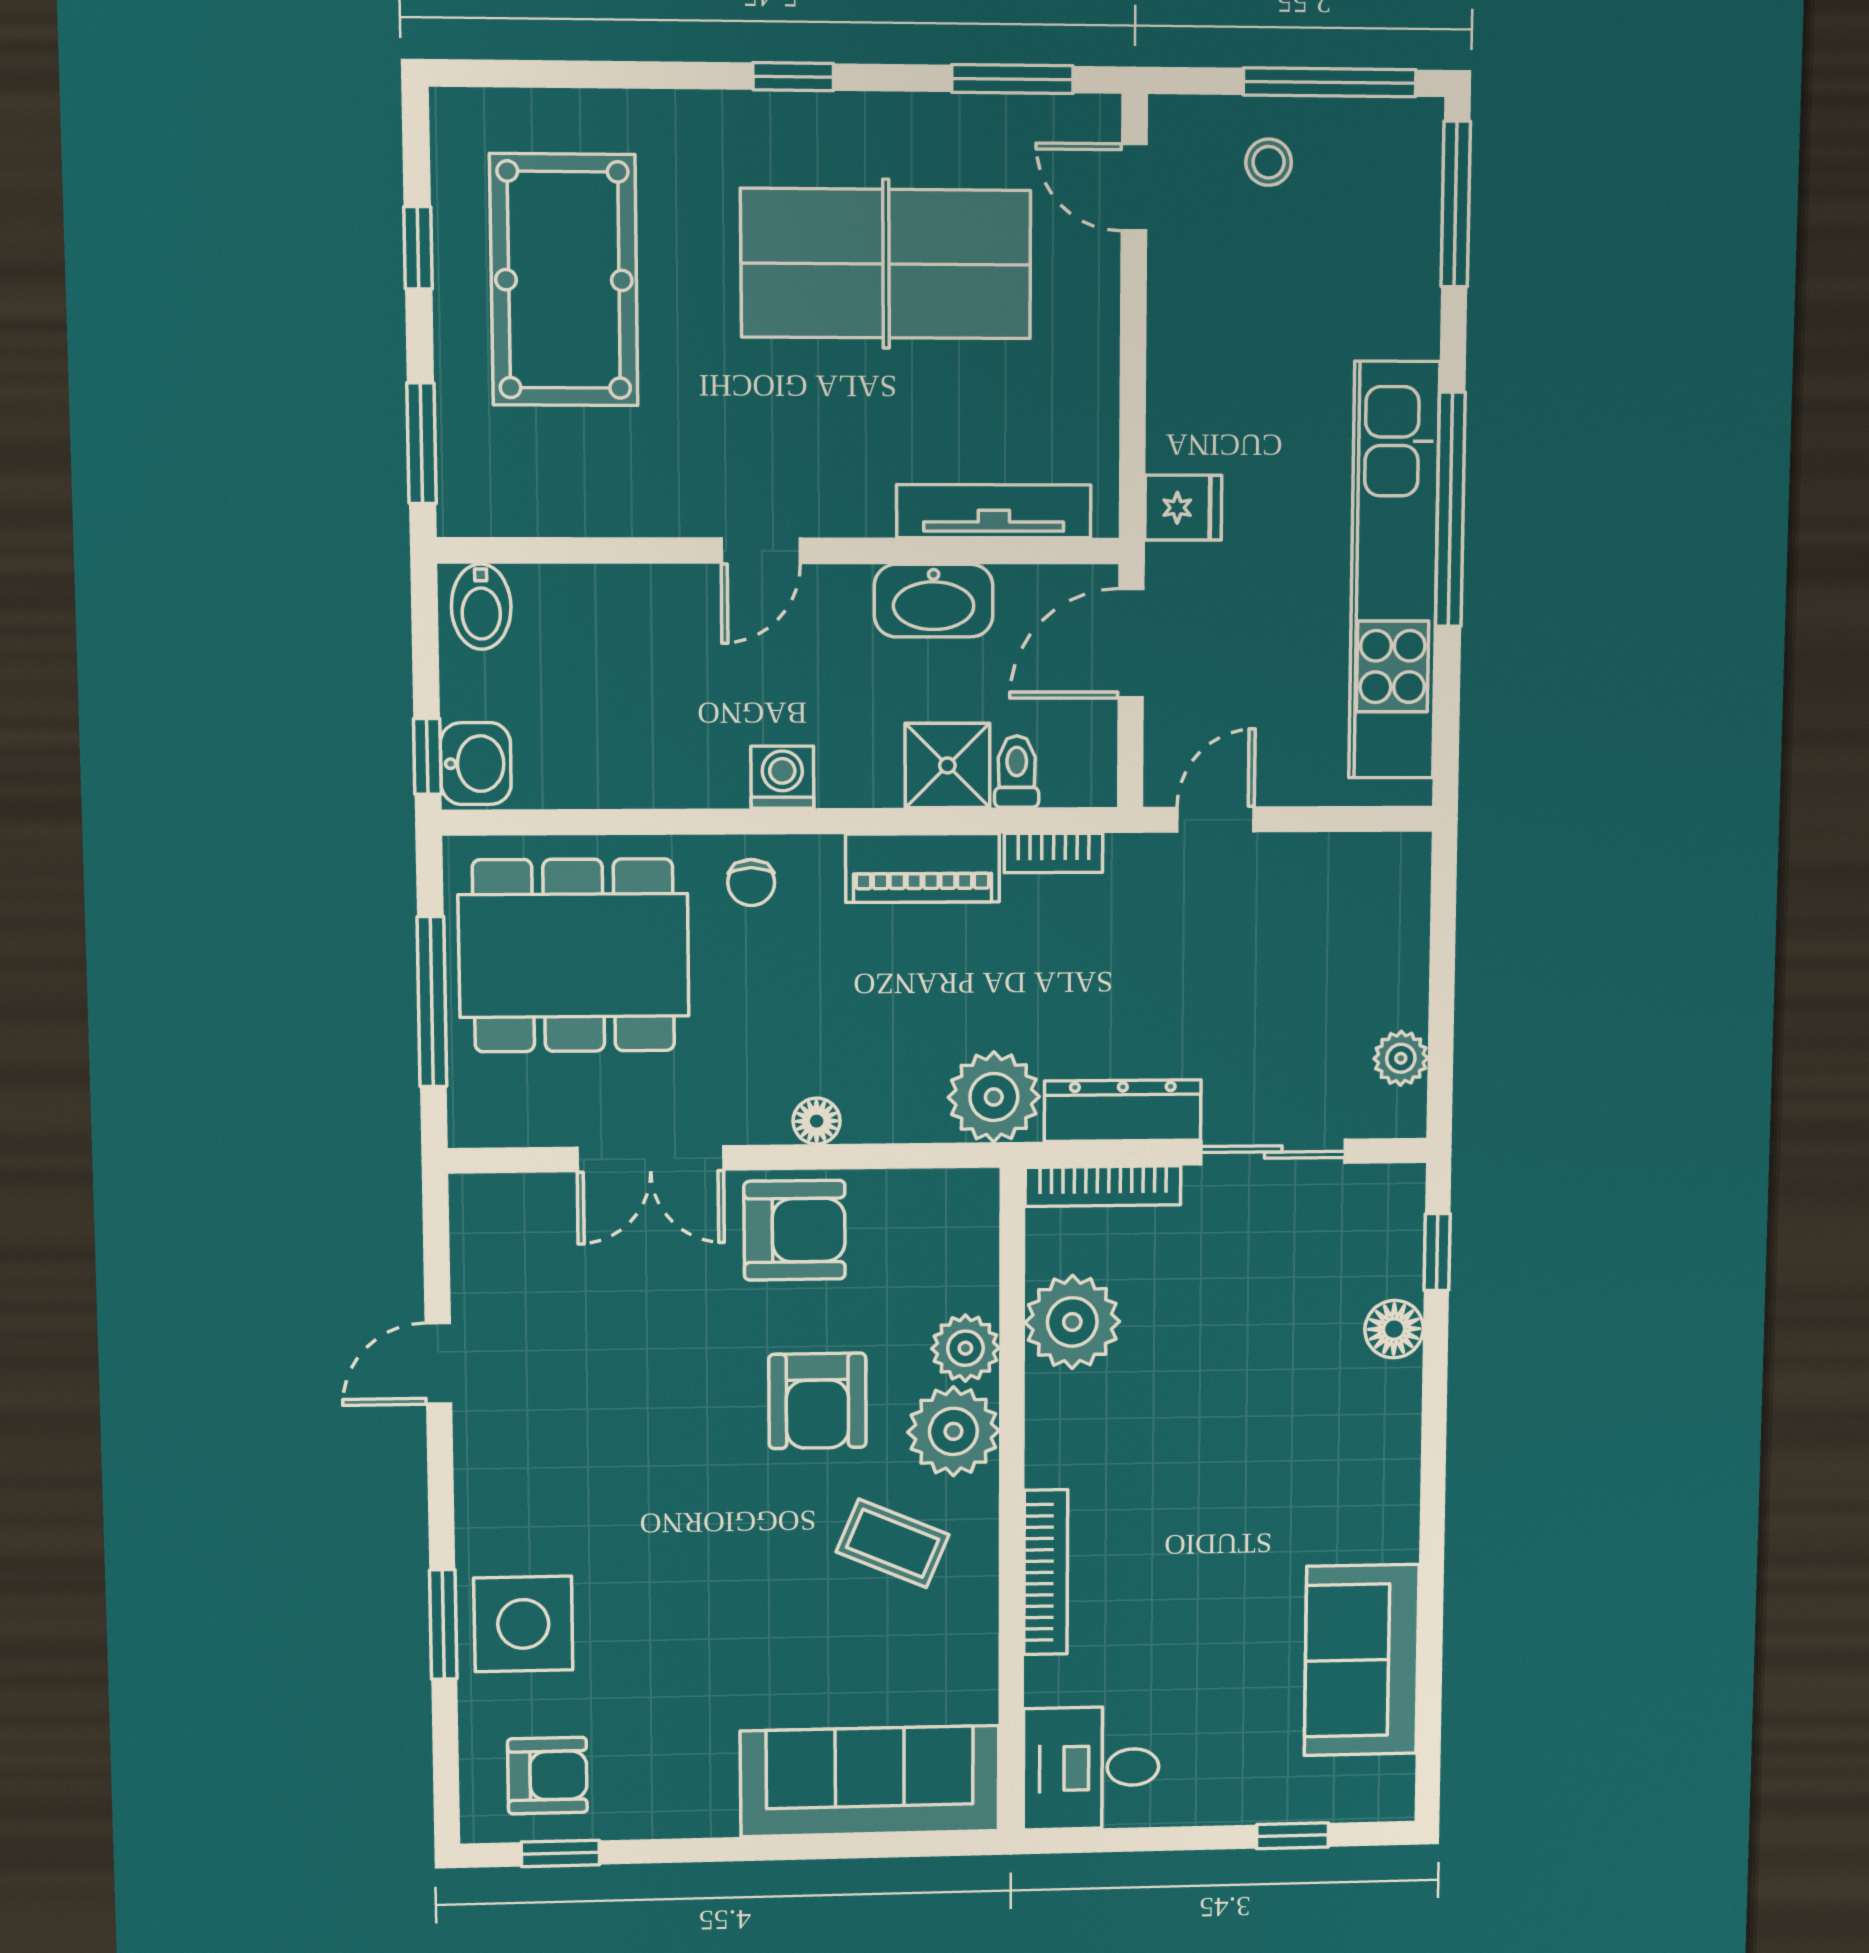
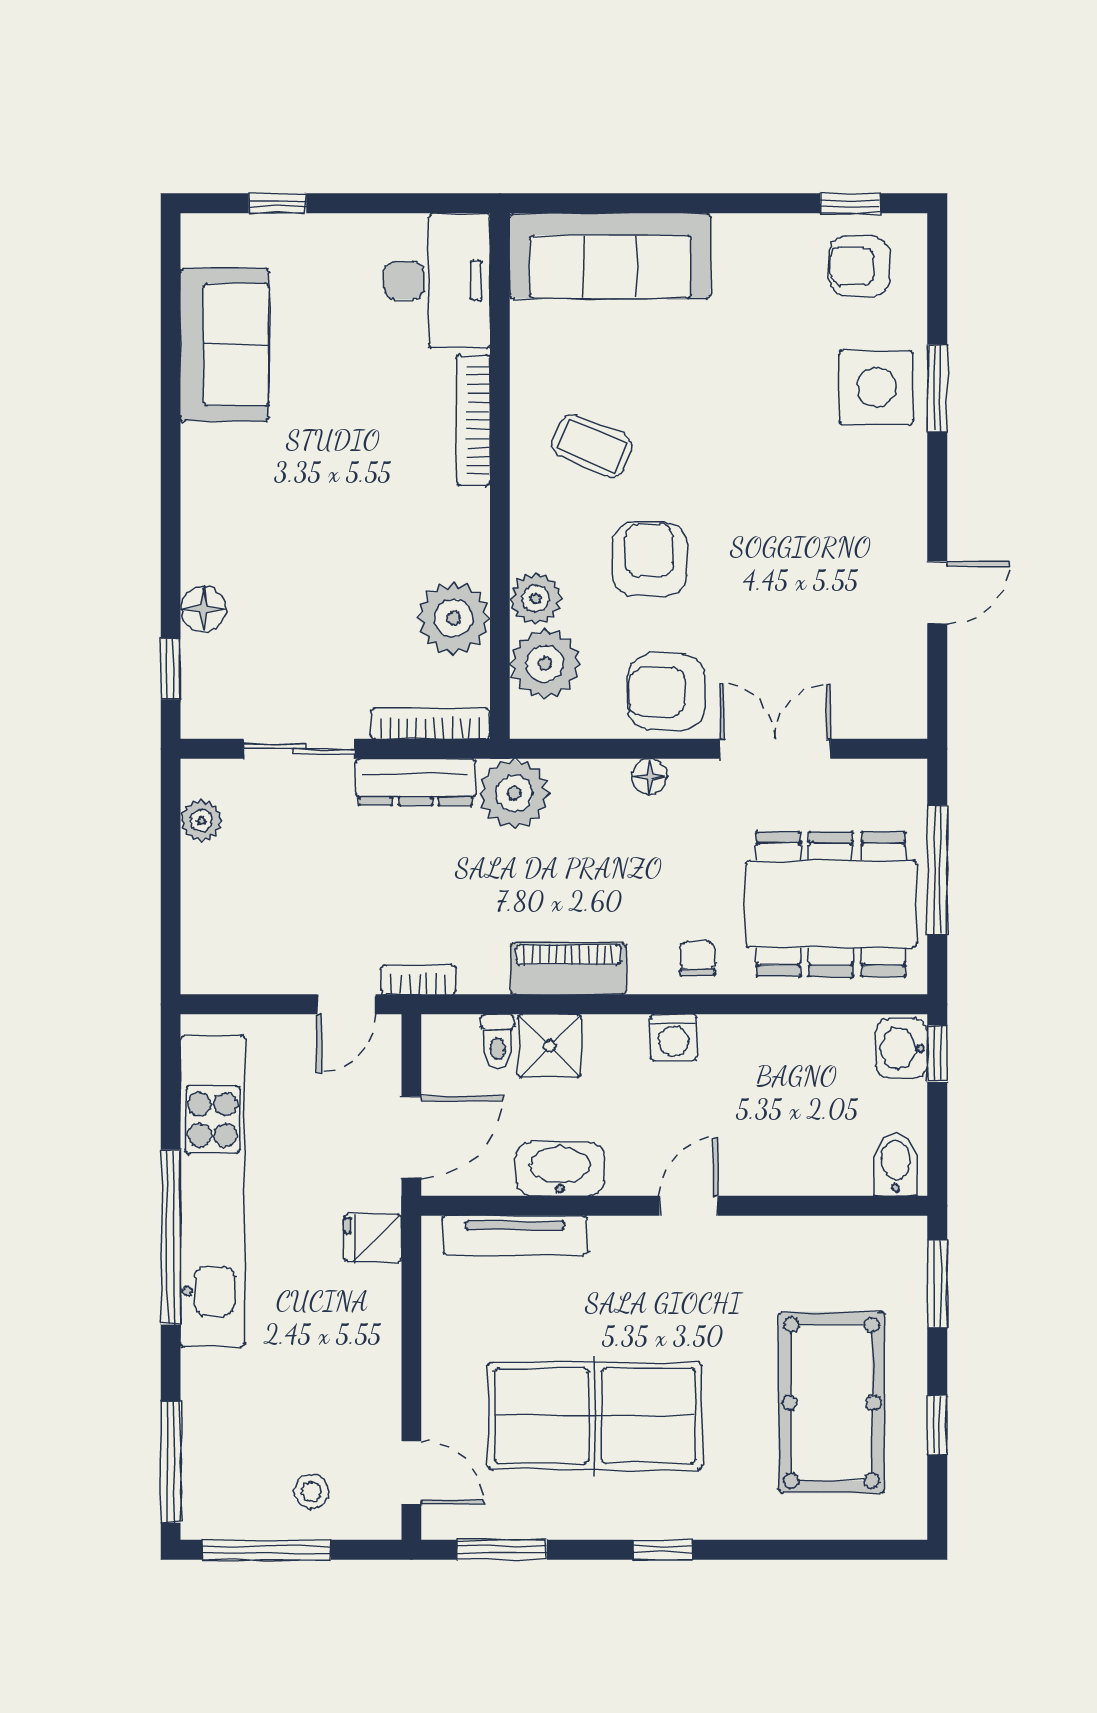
bookcase: (1053, 853) -> (419, 980), moved
plant: (953, 1431) -> (545, 664), moved
desk: (1091, 1768) -> (437, 281), width x1.37

